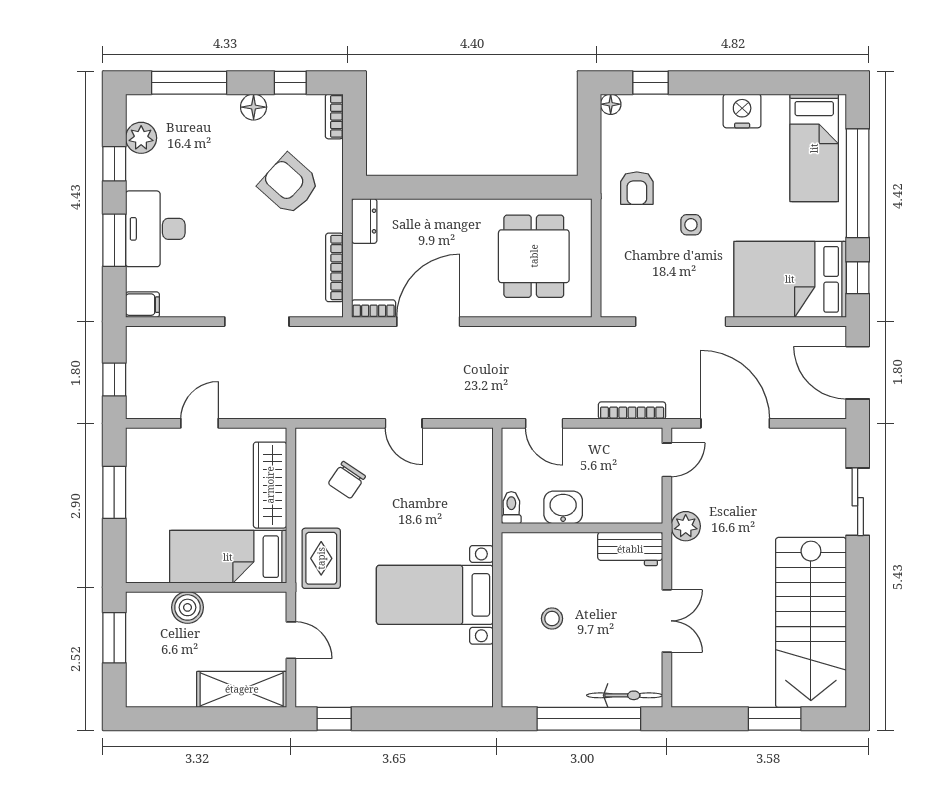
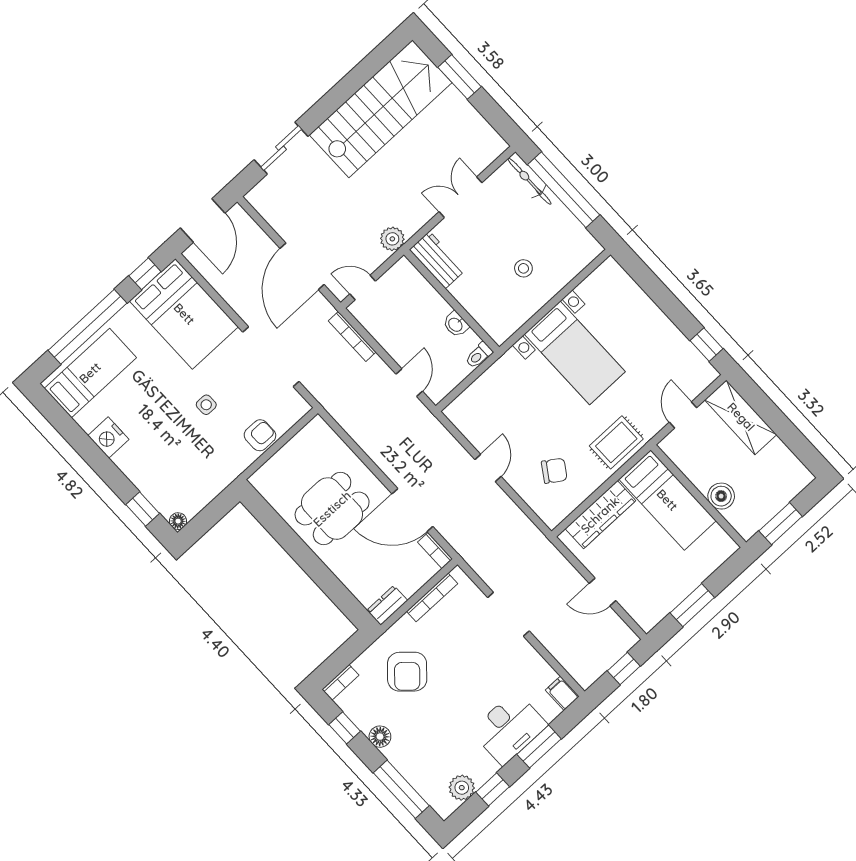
armchair: (637, 188) -> (260, 435), moved
dining table: (534, 256) -> (332, 509), moved
washbasin: (563, 507) -> (456, 324), width x0.72, depth x0.69

